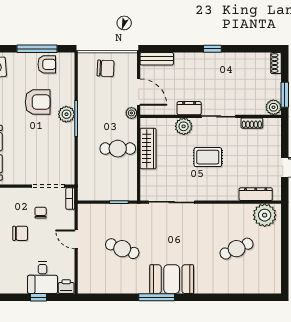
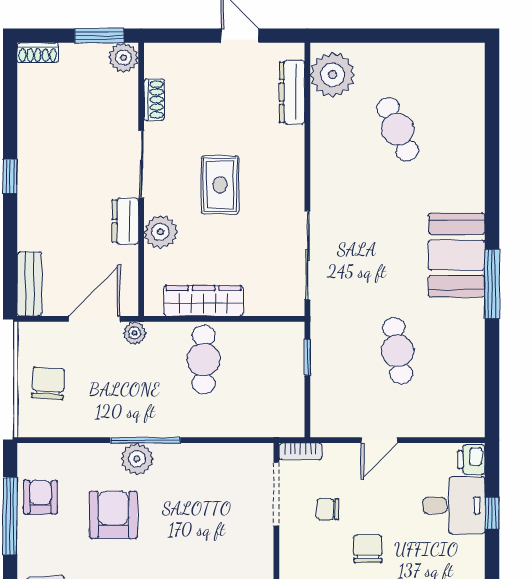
cafe table: (122, 249) -> (398, 351), turned -30

